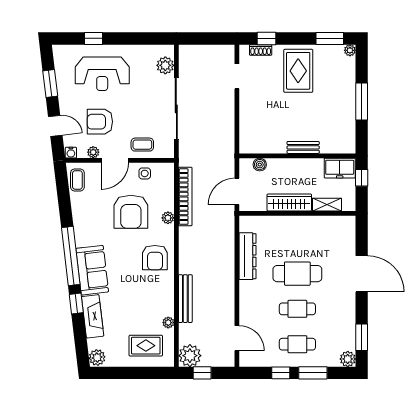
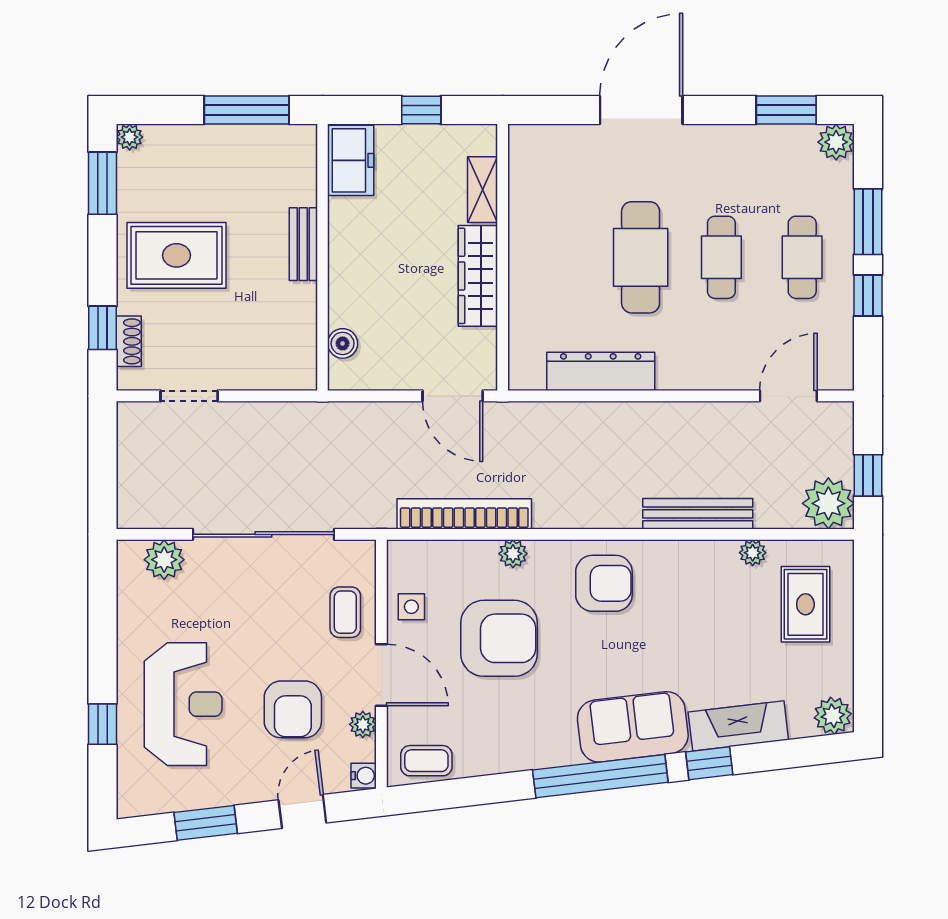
bench: (303, 147) -> (303, 244), moved
wall: (297, 156) -> (322, 257), moved
boiler: (260, 165) -> (343, 343), moved
freezer: (340, 168) -> (351, 160), moved

